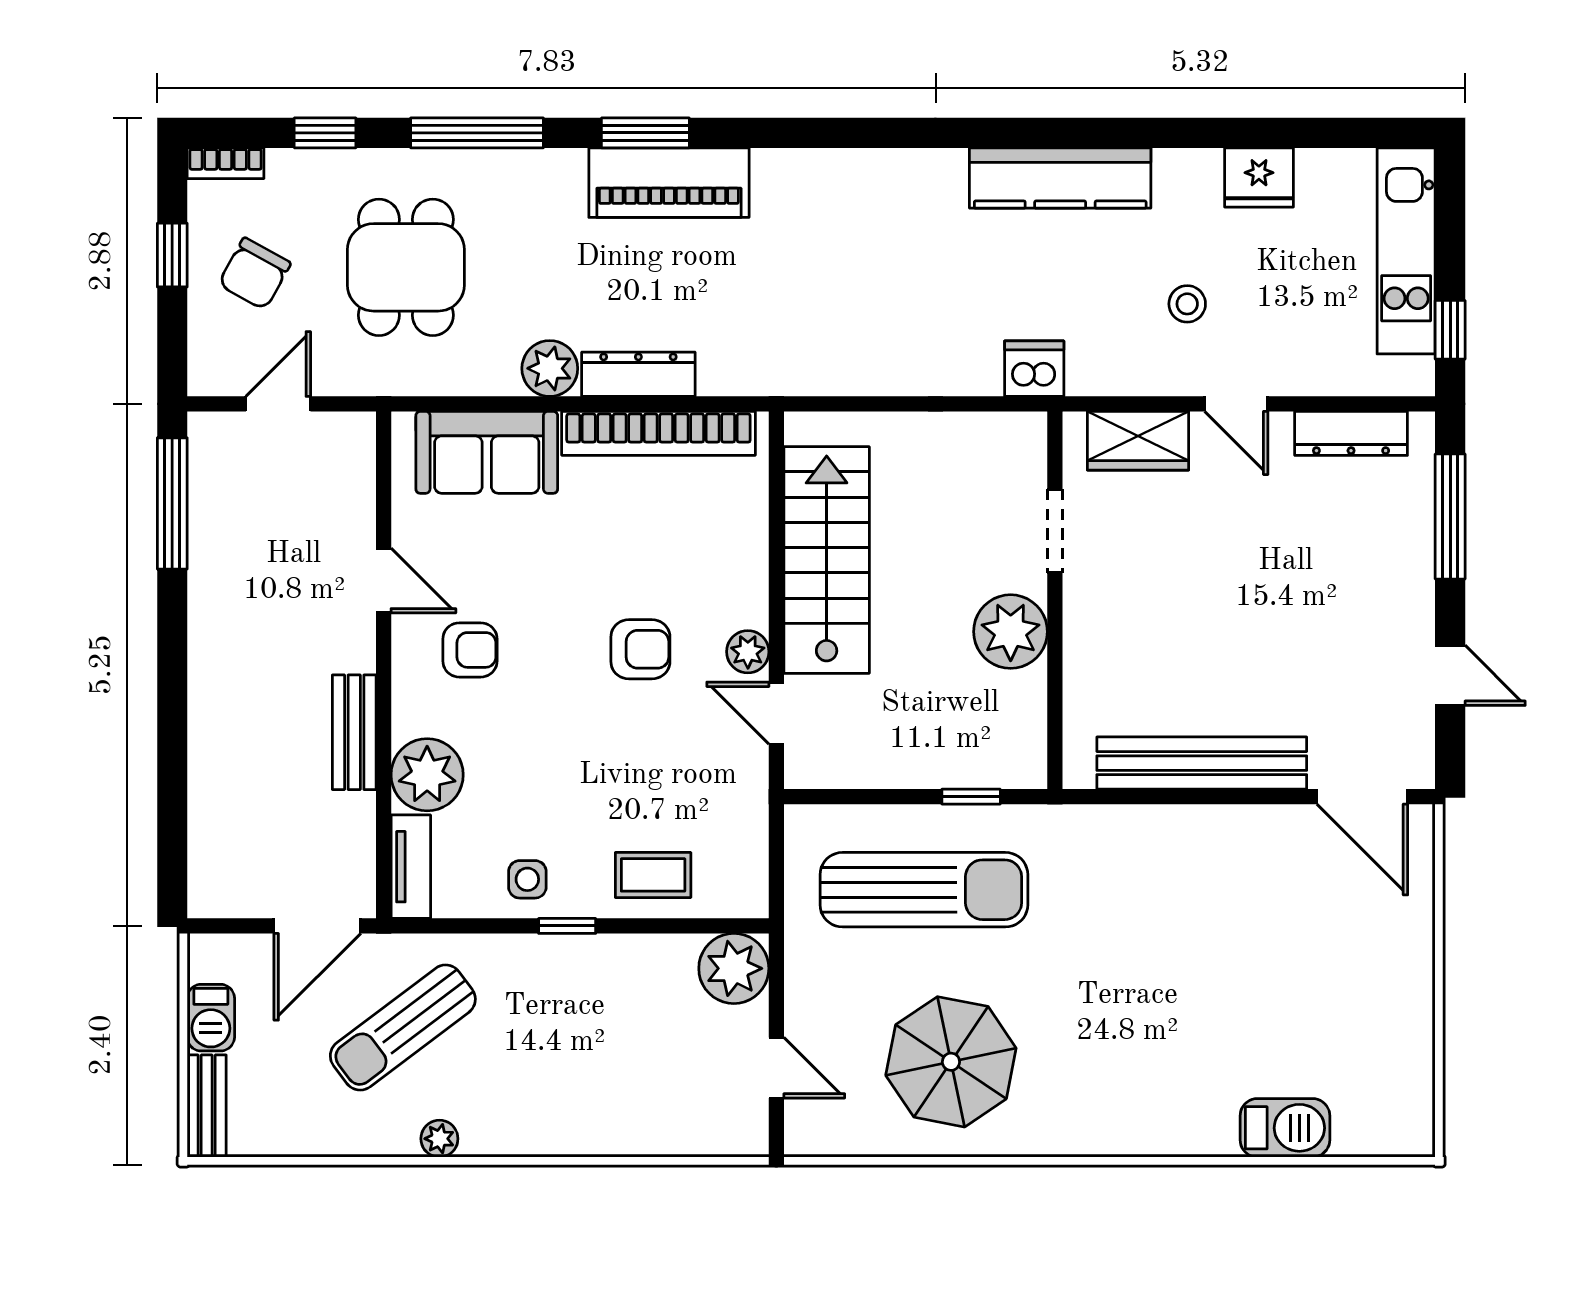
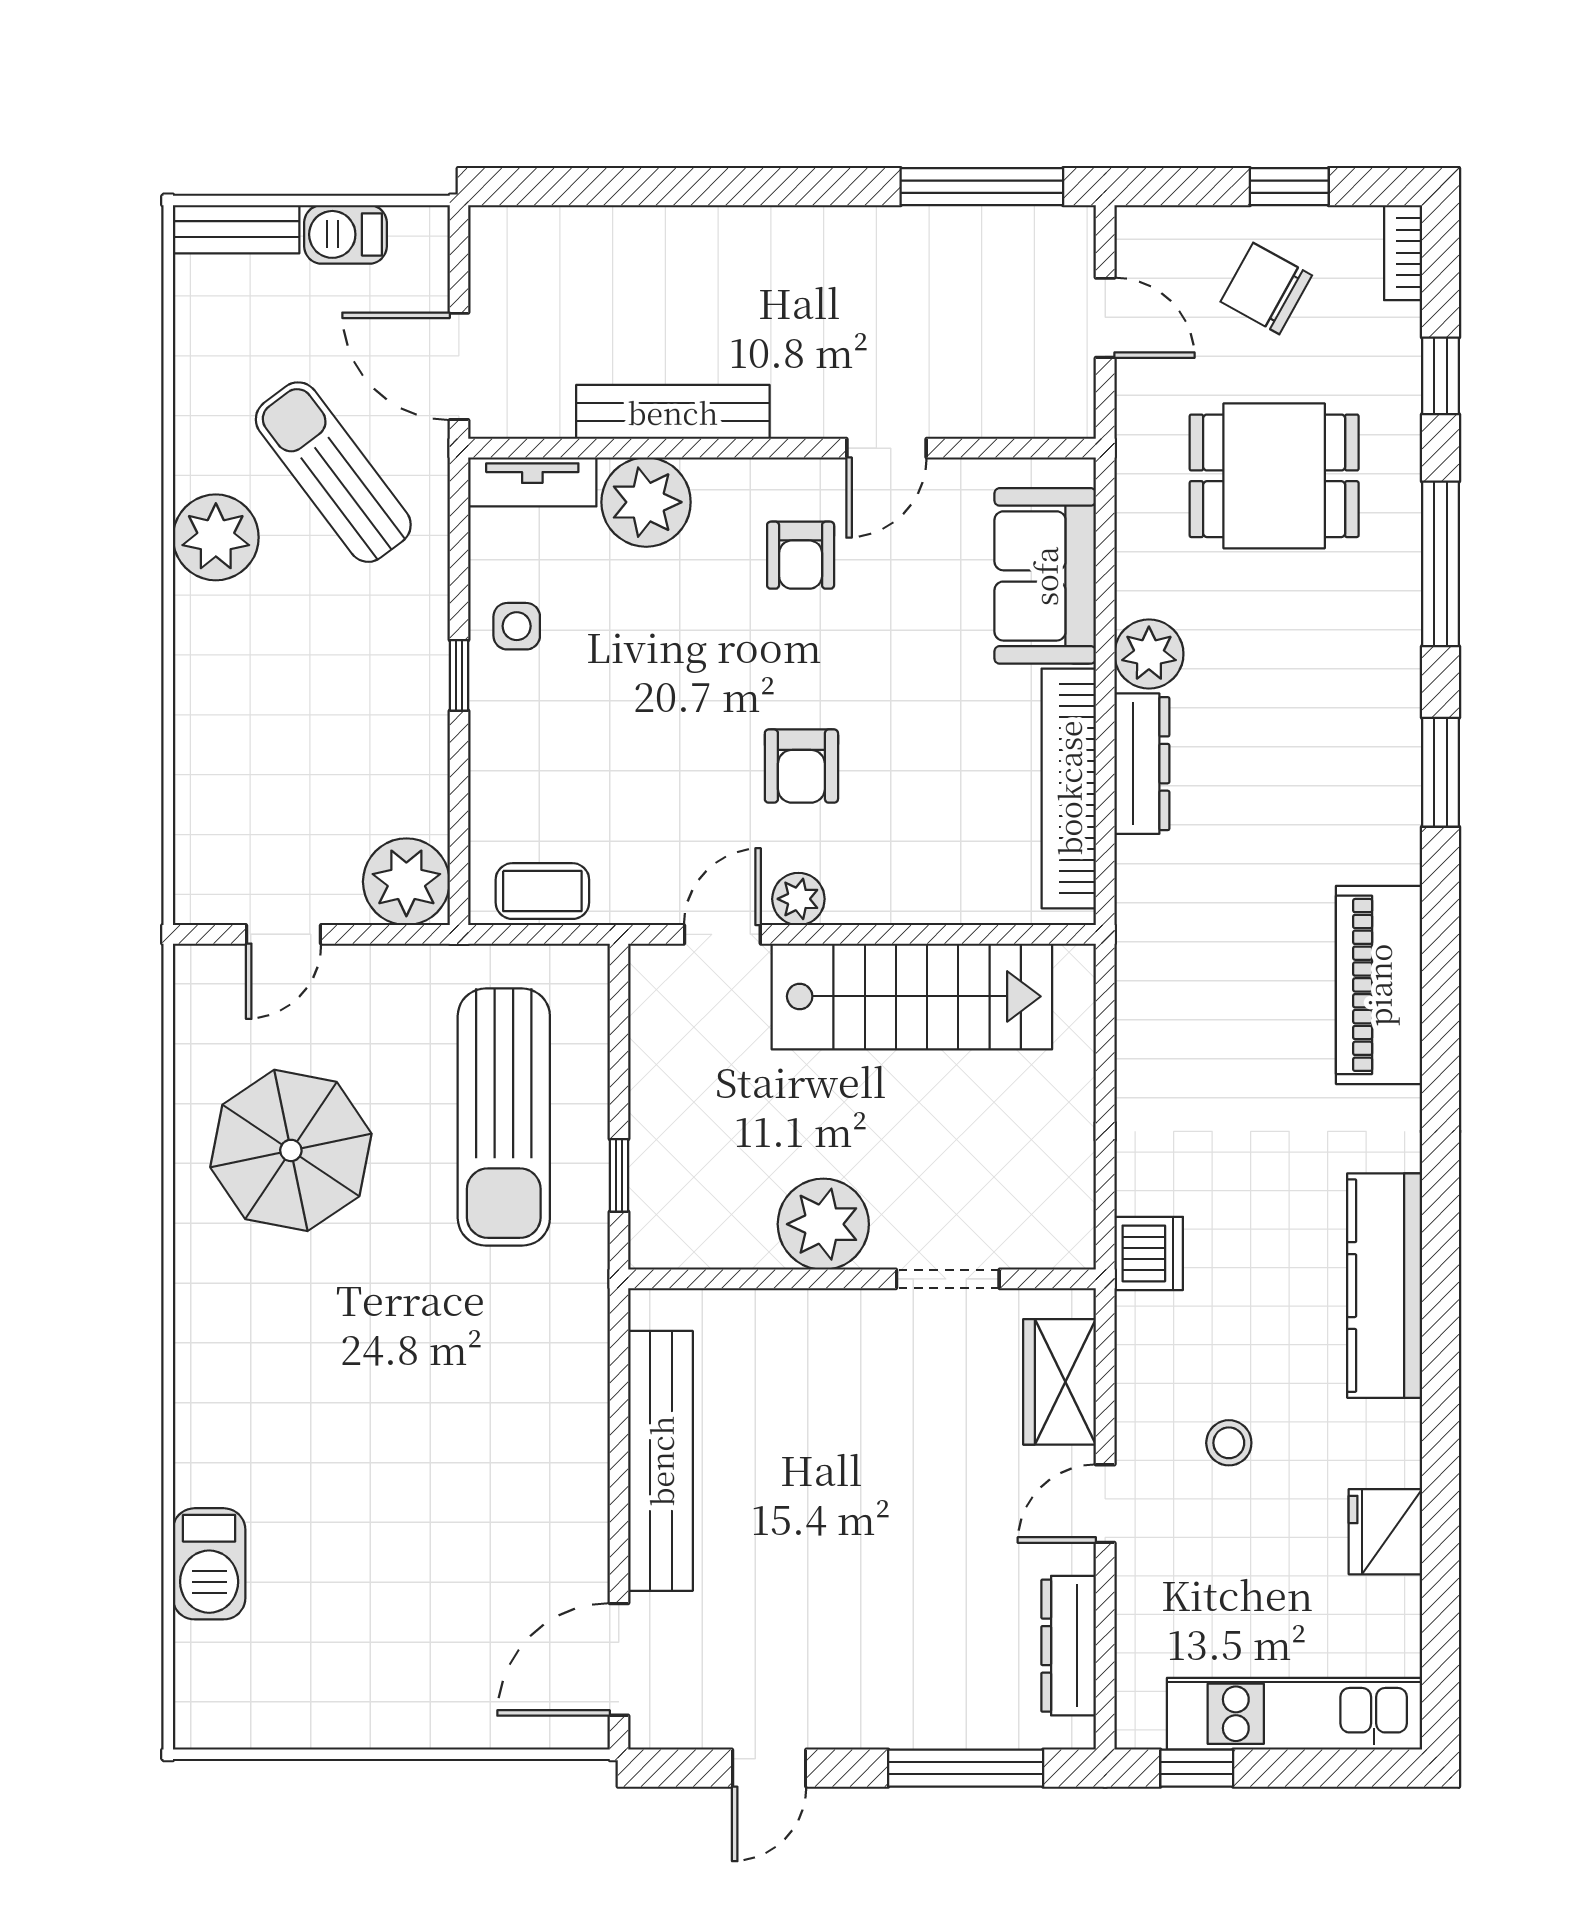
piano: (669, 183) -> (1379, 985), moved
bench: (354, 732) -> (673, 412), width x1.36
coffee table: (653, 875) -> (542, 891), moved, turned 90
plant: (439, 1139) -> (216, 537), width x1.87, depth x1.87

